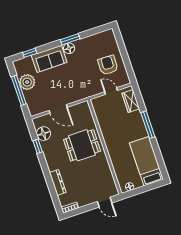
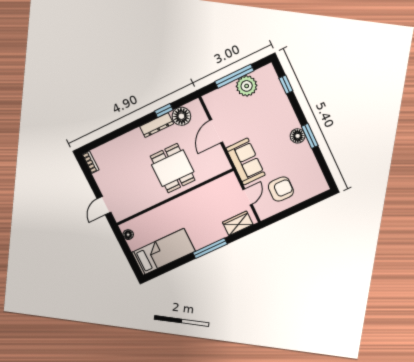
sofa: (49, 59) -> (246, 162), moved, turned 180
dresser: (58, 182) -> (157, 125), moved

